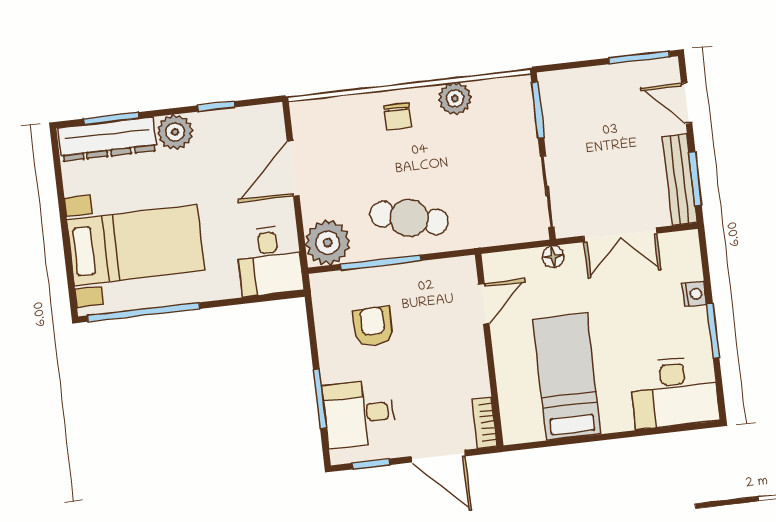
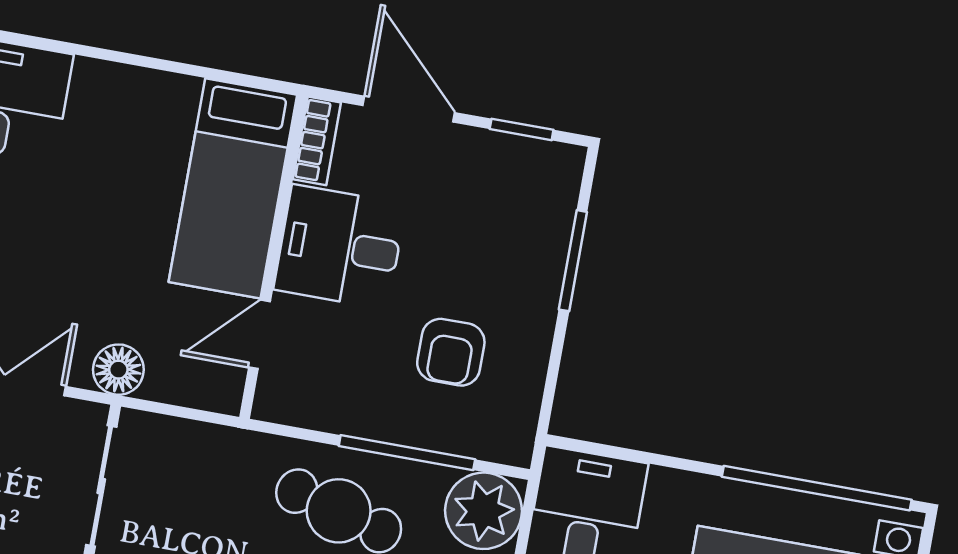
floor lamp: (553, 257) -> (118, 370), width x1.37, depth x1.37
bed: (567, 377) -> (233, 188), moved
desk: (359, 414) -> (340, 247), moved, turned 180

